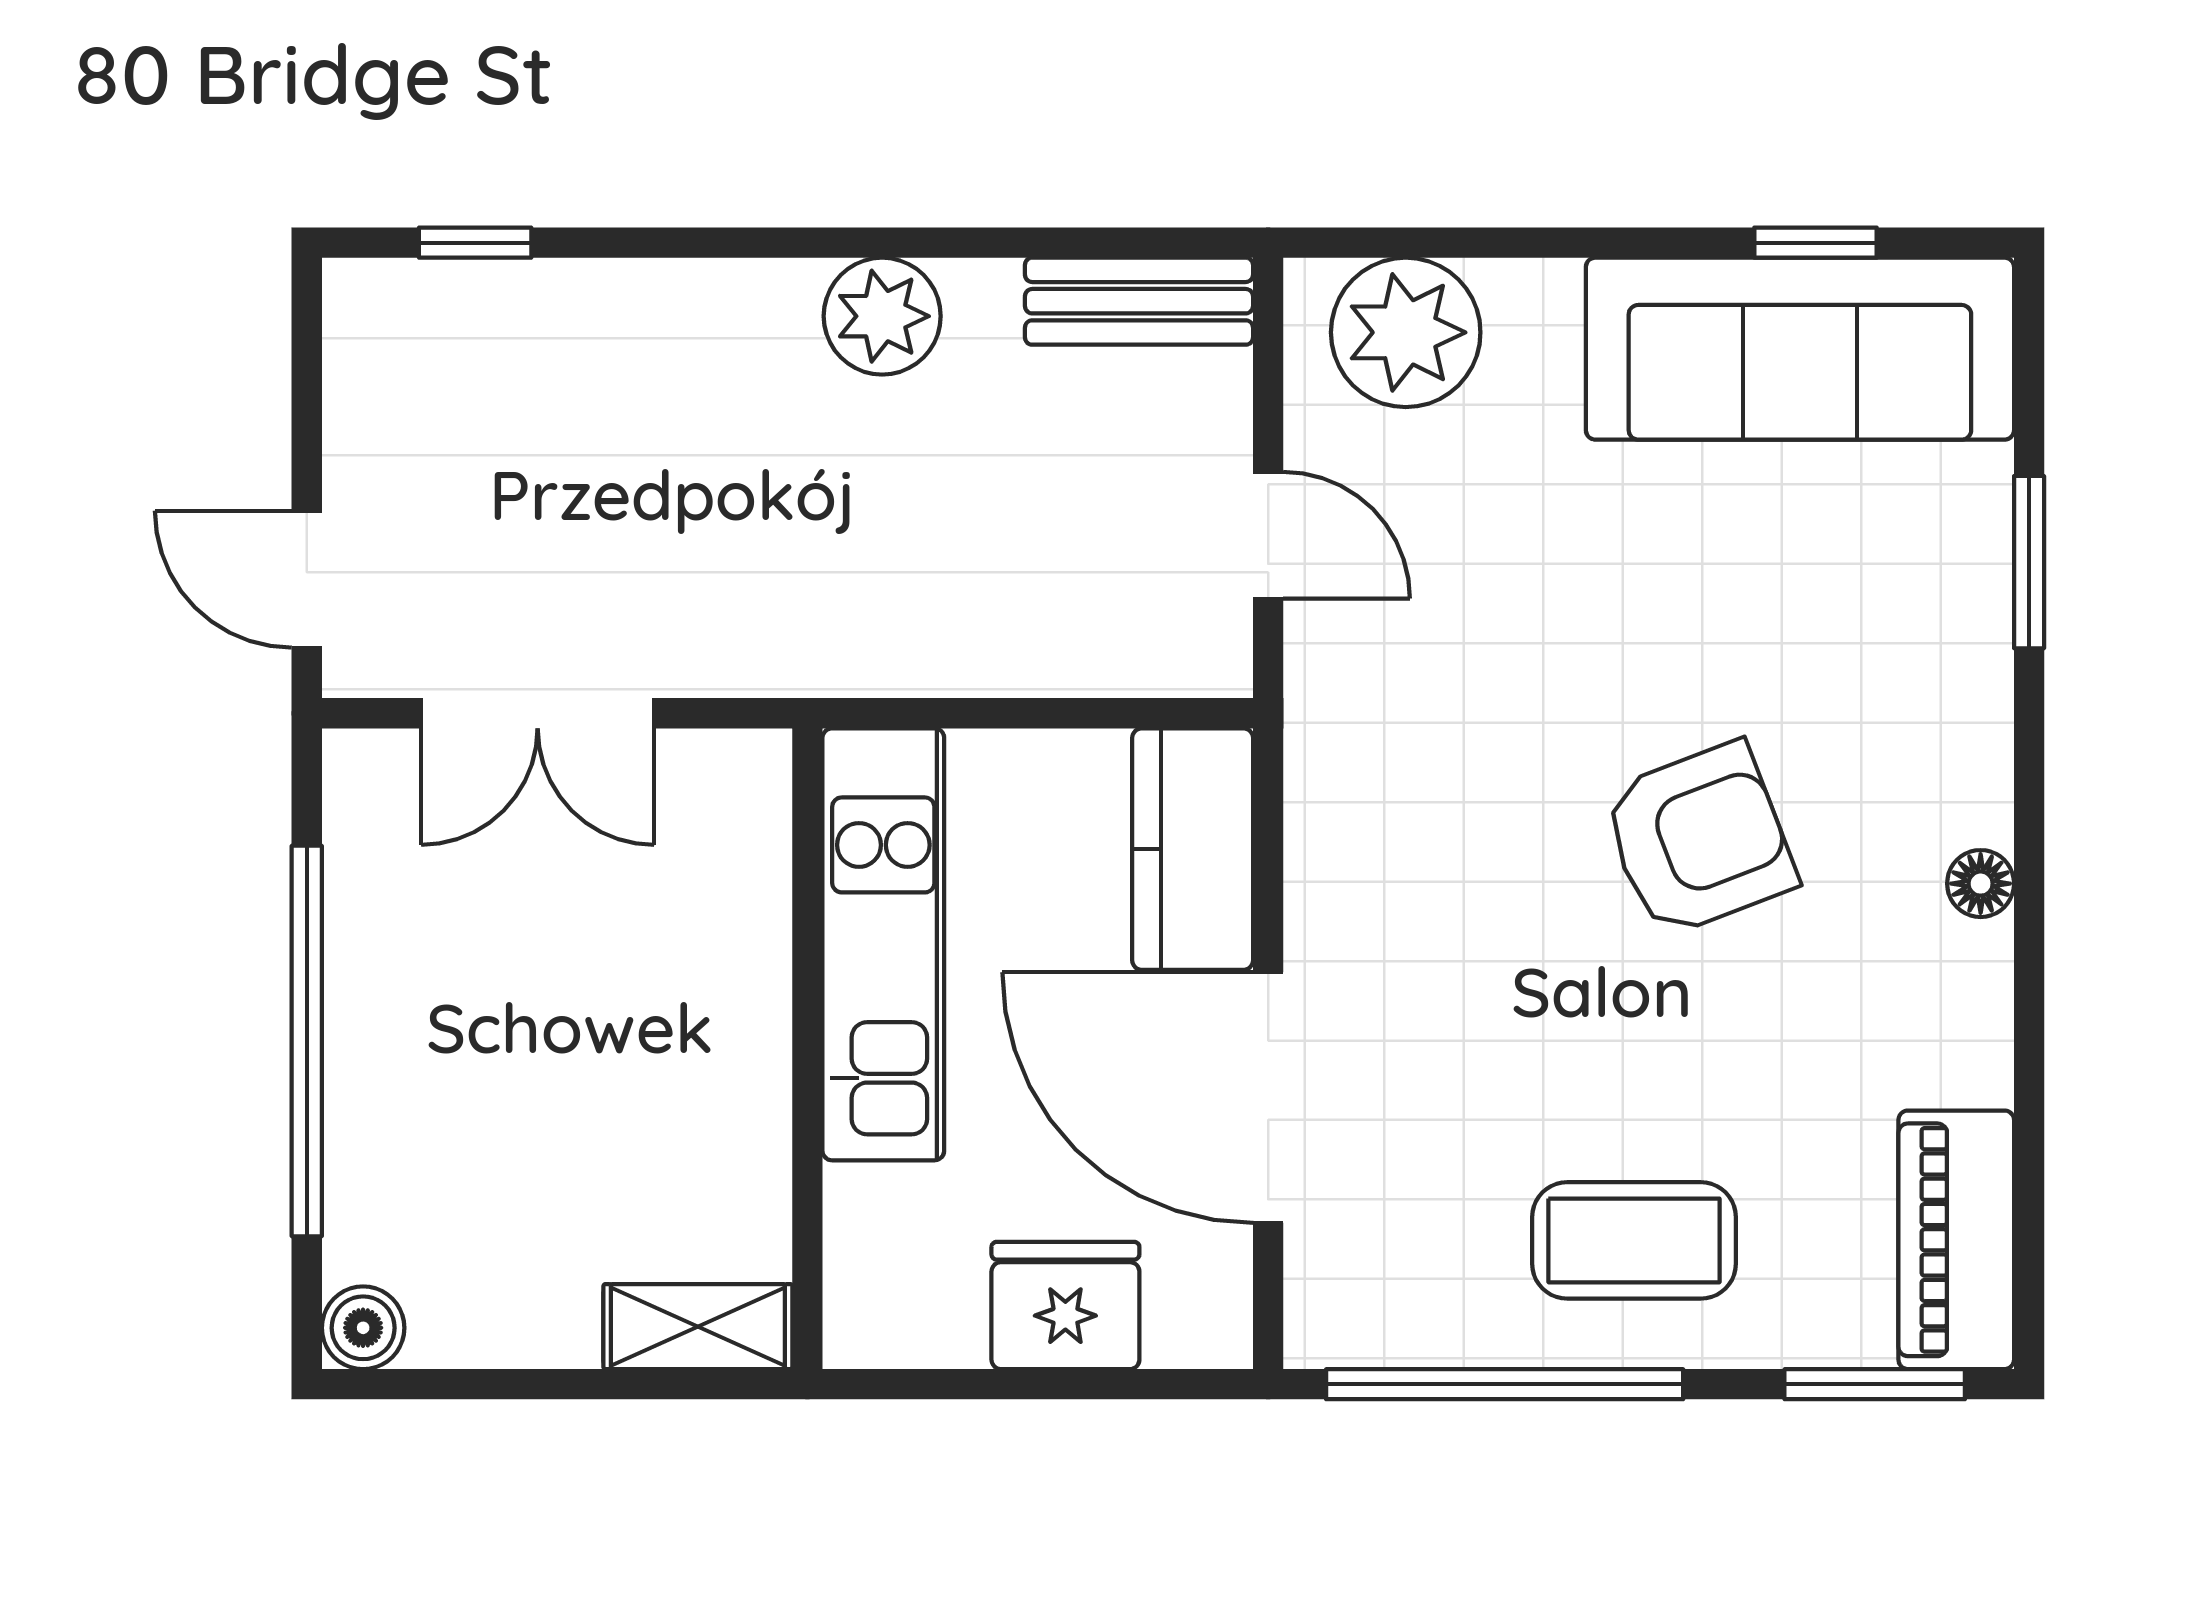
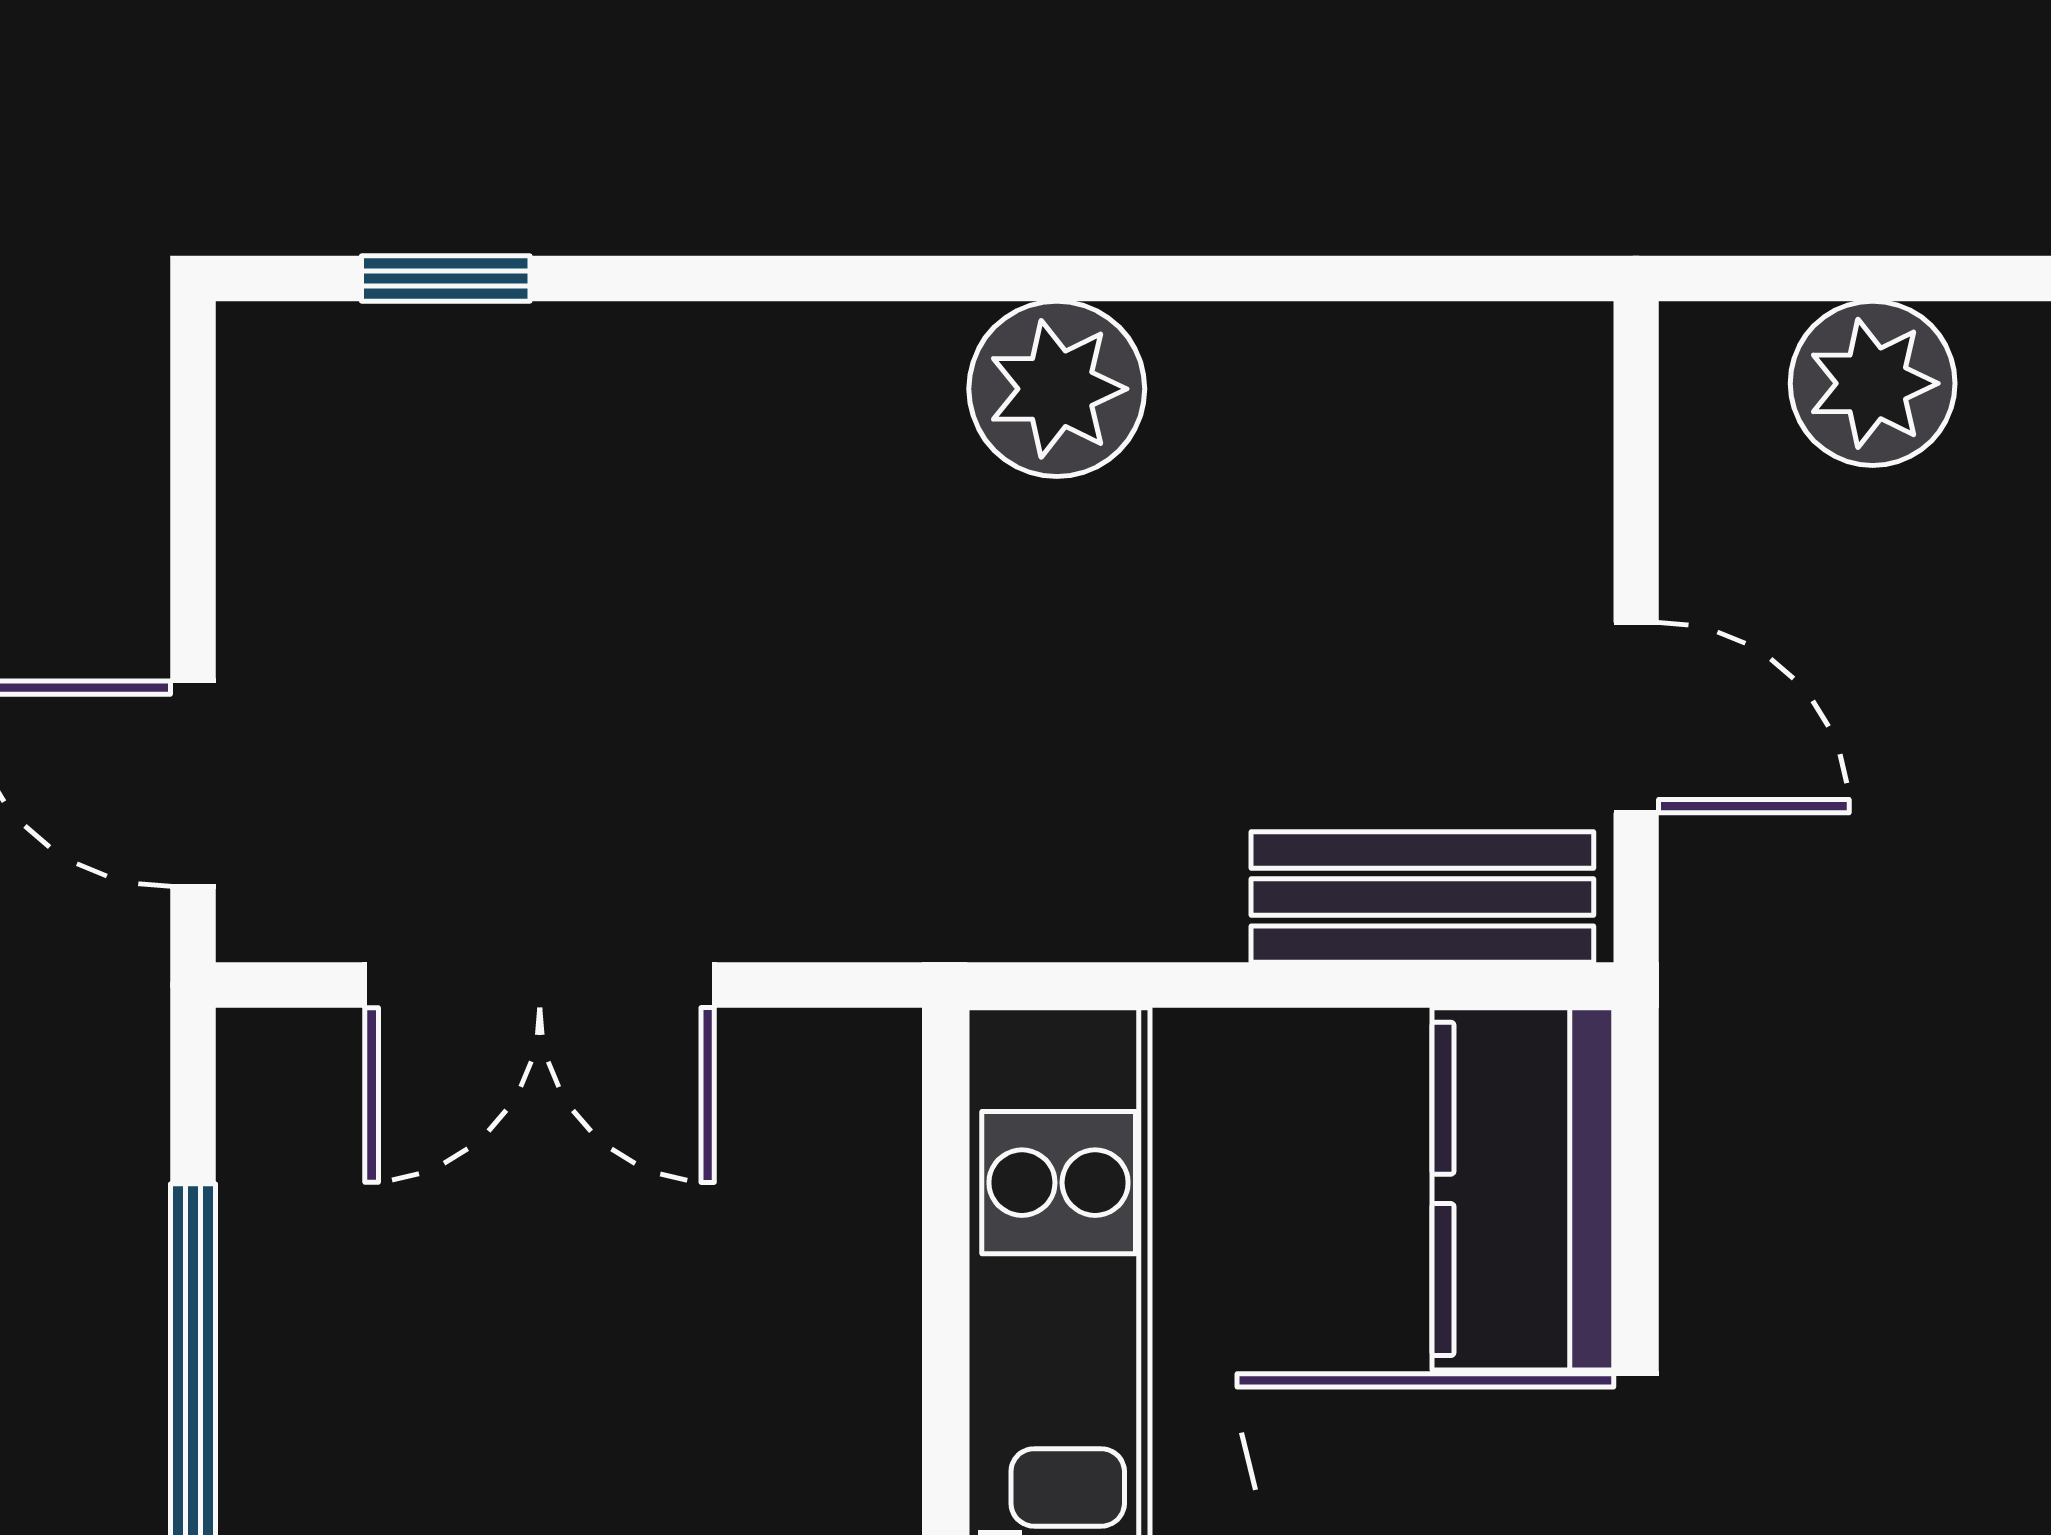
bench: (1139, 301) -> (1422, 897), moved
plant: (1406, 332) -> (1873, 383), width x0.73, depth x0.73

